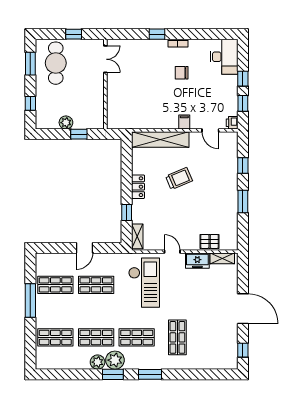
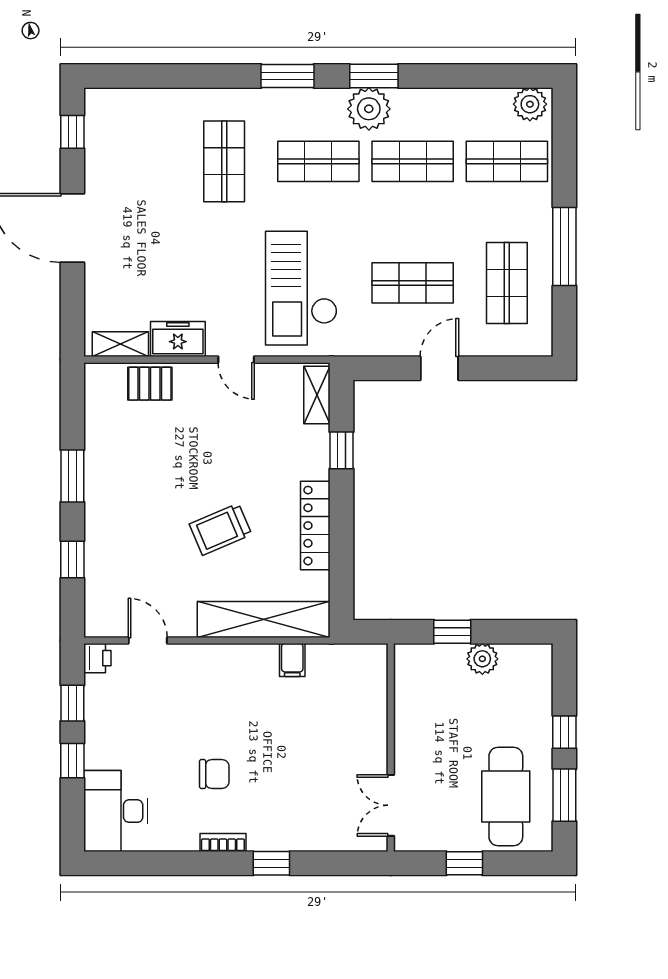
window: (30, 103) -> (564, 732), moved
filing cabinet: (184, 122) -> (292, 660), moved
locker: (138, 187) -> (315, 526), width x1.53
shop shelf: (55, 285) -> (507, 283), turned 90
plant: (98, 362) -> (530, 104), moved

